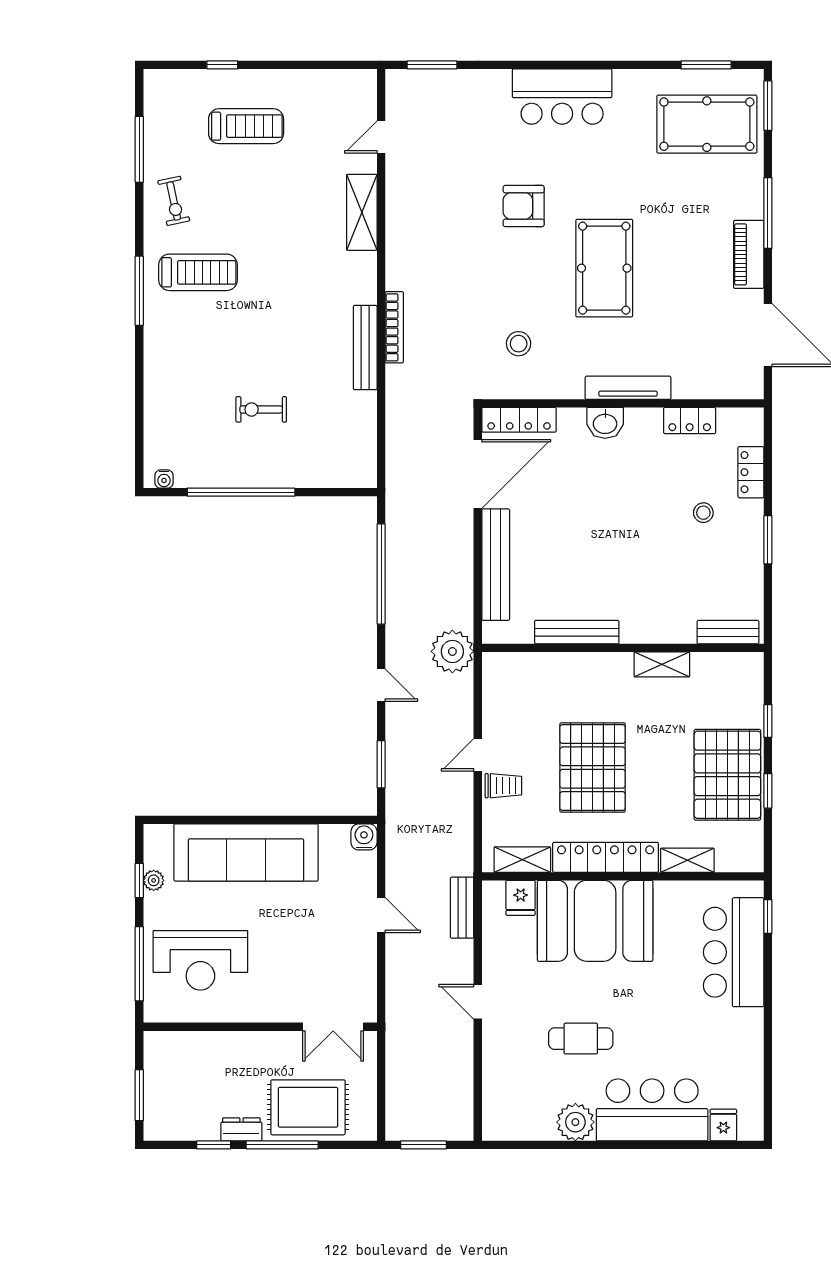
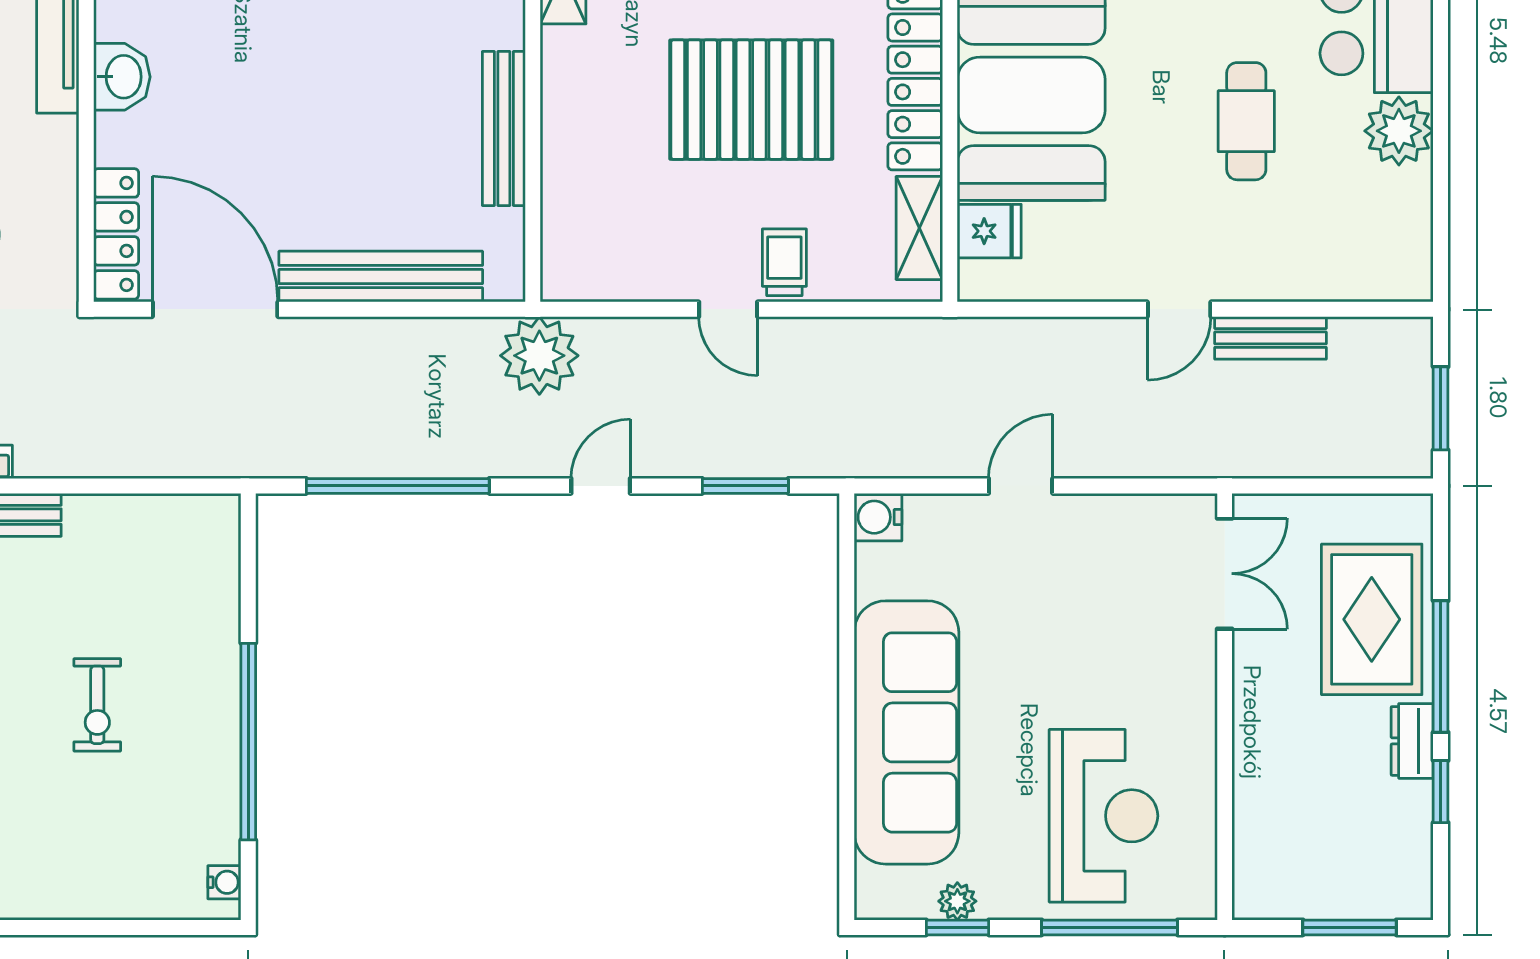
bench: (462, 908) -> (1270, 338), moved

